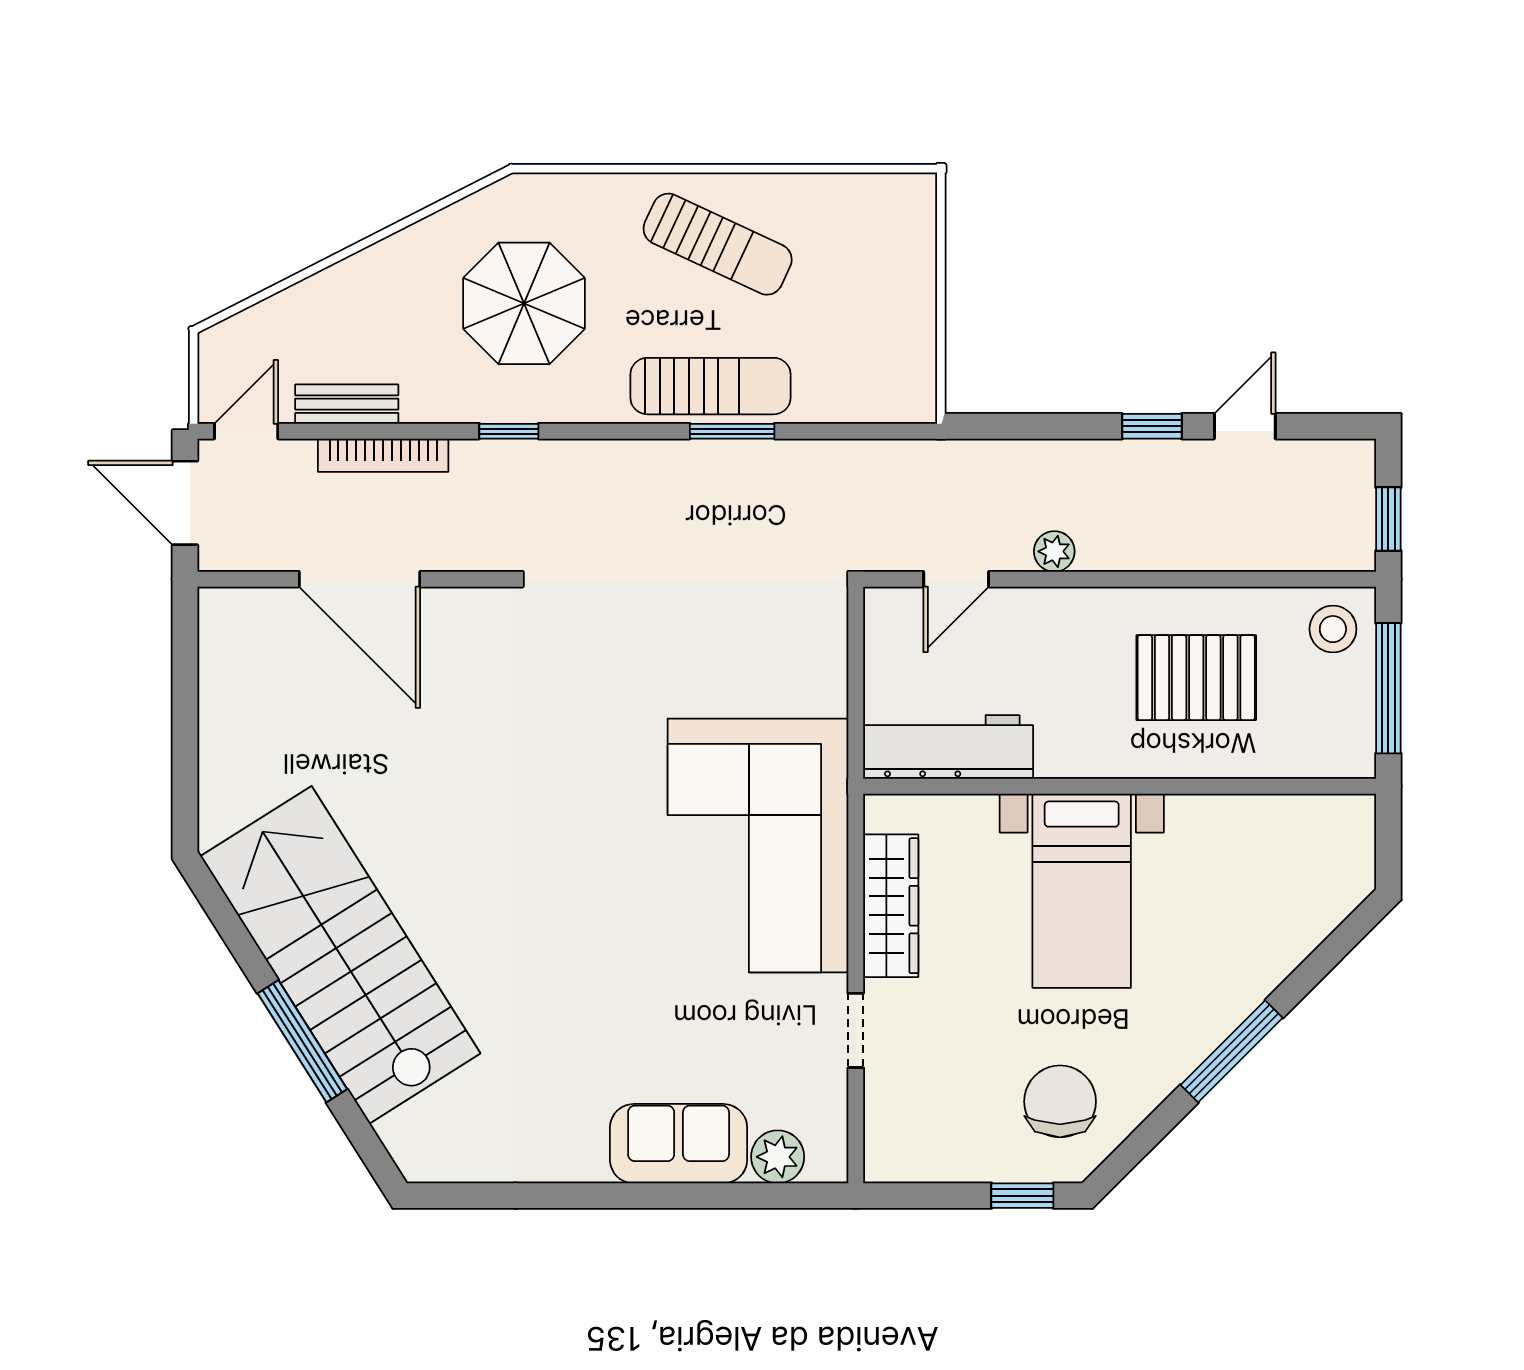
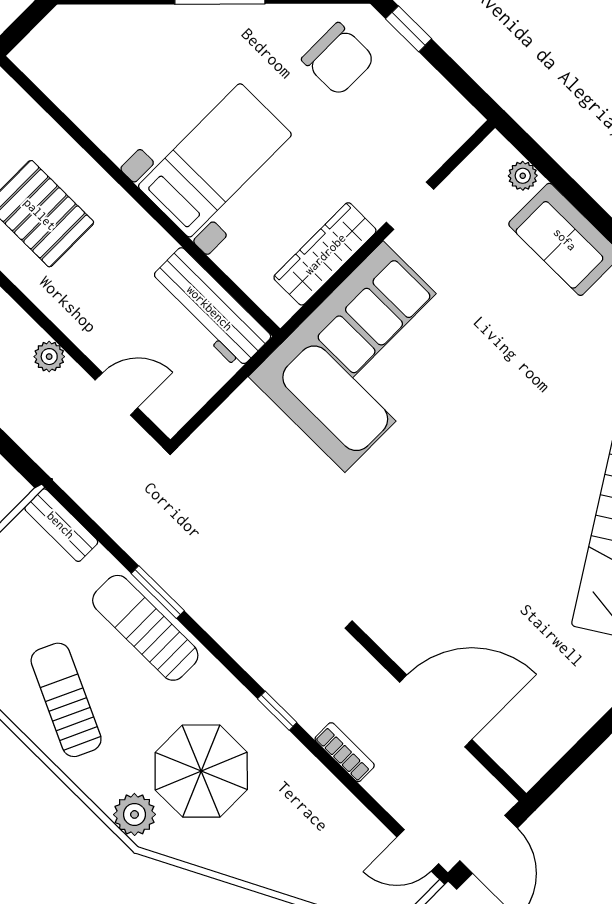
plant: (546, 200) -> (135, 814), added
bench: (347, 404) -> (61, 525), moved
bookcase: (383, 455) -> (345, 752), width x0.64
door: (359, 579) -> (436, 711), hinge flipped
chair: (1060, 1101) -> (338, 59), turned -90
plant: (778, 1157) -> (523, 176), width x0.73, depth x0.73

